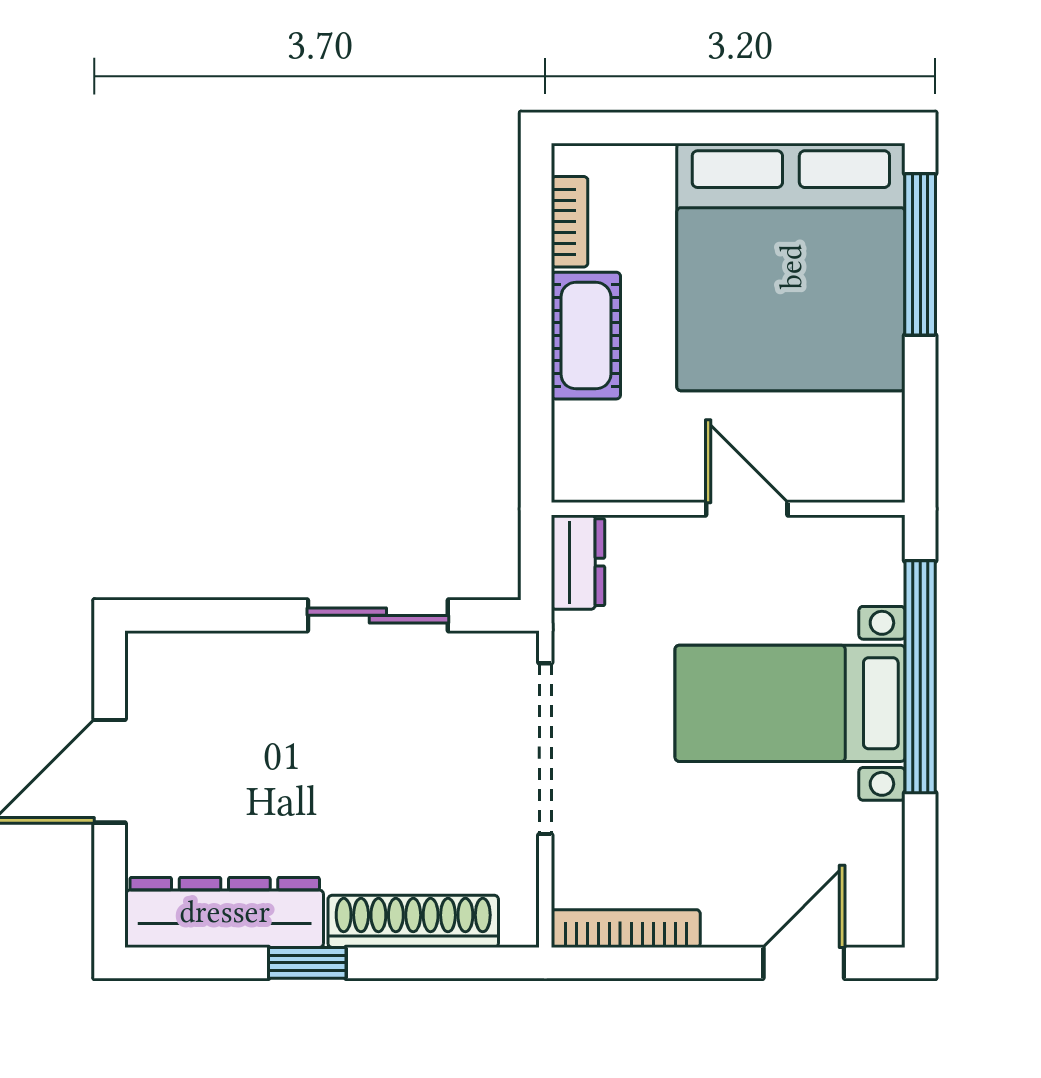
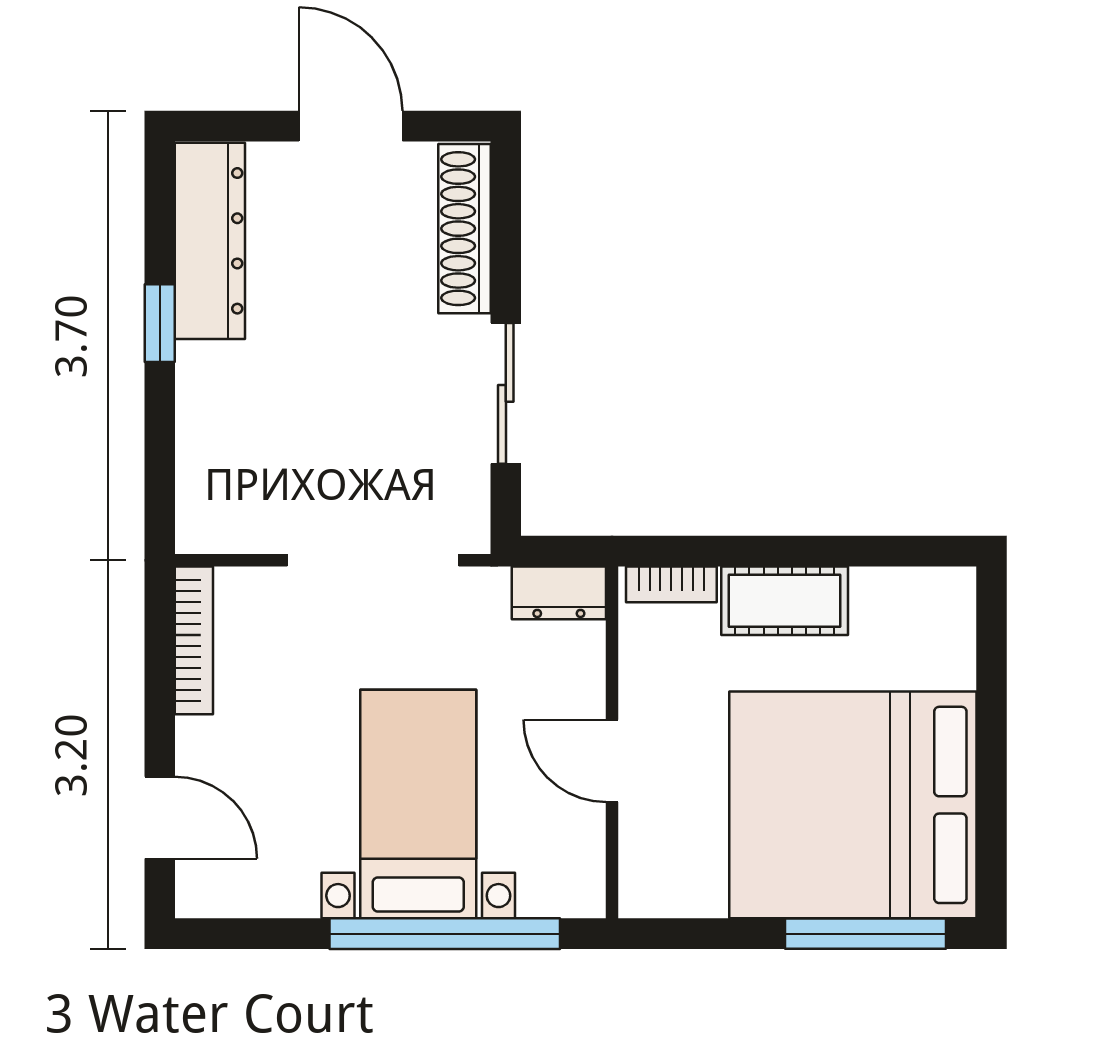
bookcase: (570, 222) -> (671, 584), moved
door: (747, 509) -> (612, 761), swing flipped
shoe rack: (413, 921) -> (464, 229), moved, turned 180

